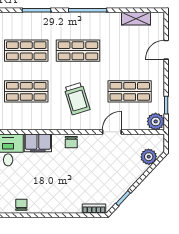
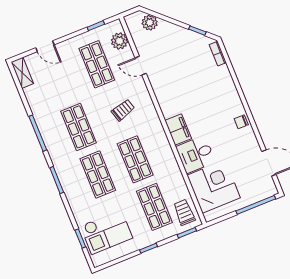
shelving: (136, 19) -> (22, 73), moved
trolley: (77, 99) -> (123, 110), width x0.73, depth x0.72
plant: (156, 121) -> (119, 41), moved
chair: (71, 142) -> (165, 99), removed

